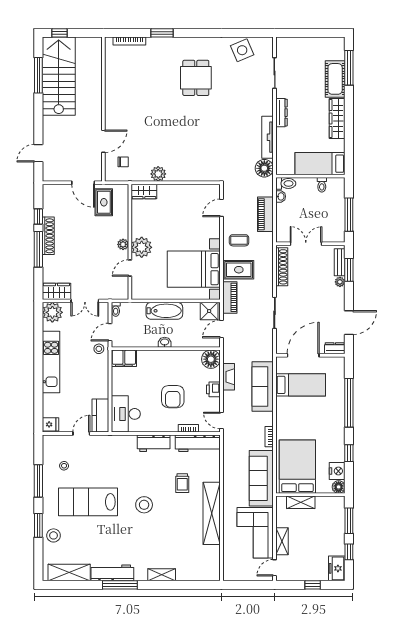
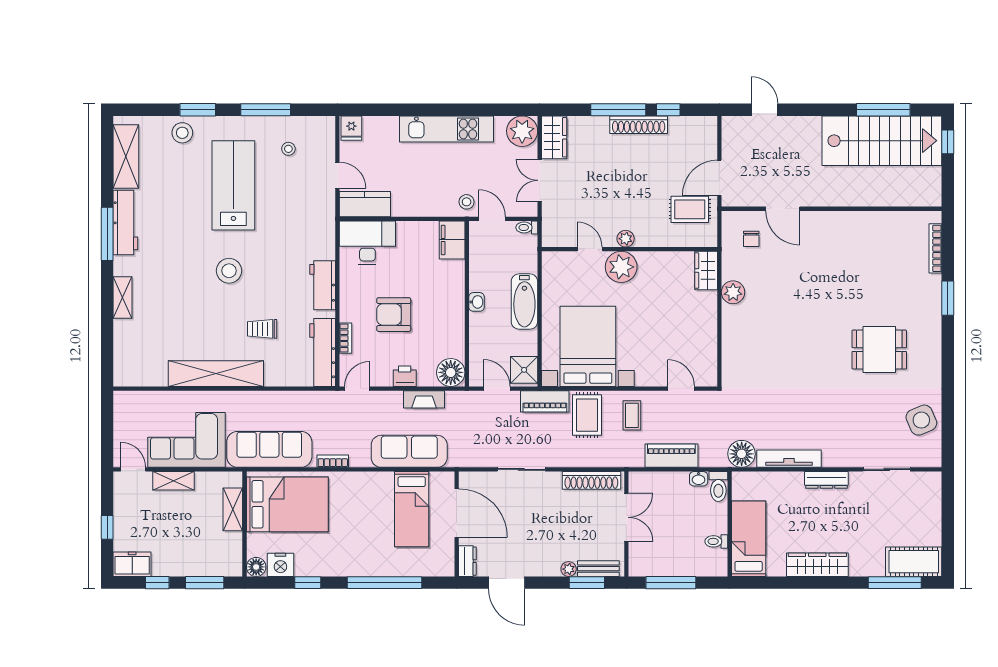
cot: (335, 79) -> (914, 562), moved

